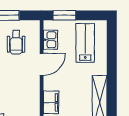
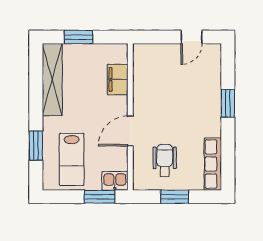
kitchen sink: (50, 40) -> (115, 181), moved, turned 90
window: (112, 53) -> (36, 146), added

